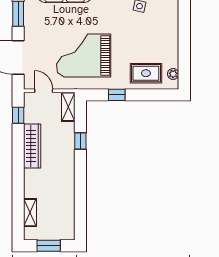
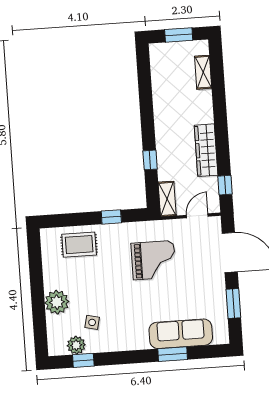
grand piano: (84, 55) -> (153, 260), width x0.73, depth x0.68
plant: (173, 74) -> (57, 302), moved, width x1.87, depth x1.87
door: (44, 91) -> (197, 216), swing flipped

